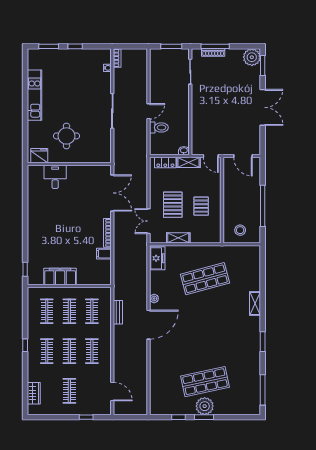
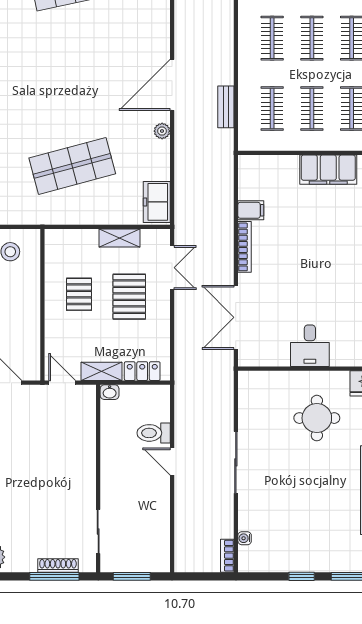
door: (148, 111) -> (172, 462), hinge flipped
desk: (55, 177) -> (310, 346), moved

